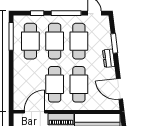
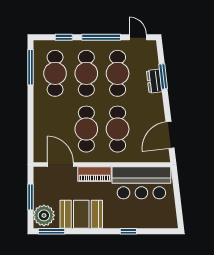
dresser: (109, 58) -> (154, 81), moved
door: (120, 89) -> (170, 135), hinge flipped
door: (34, 112) -> (60, 164), hinge flipped

